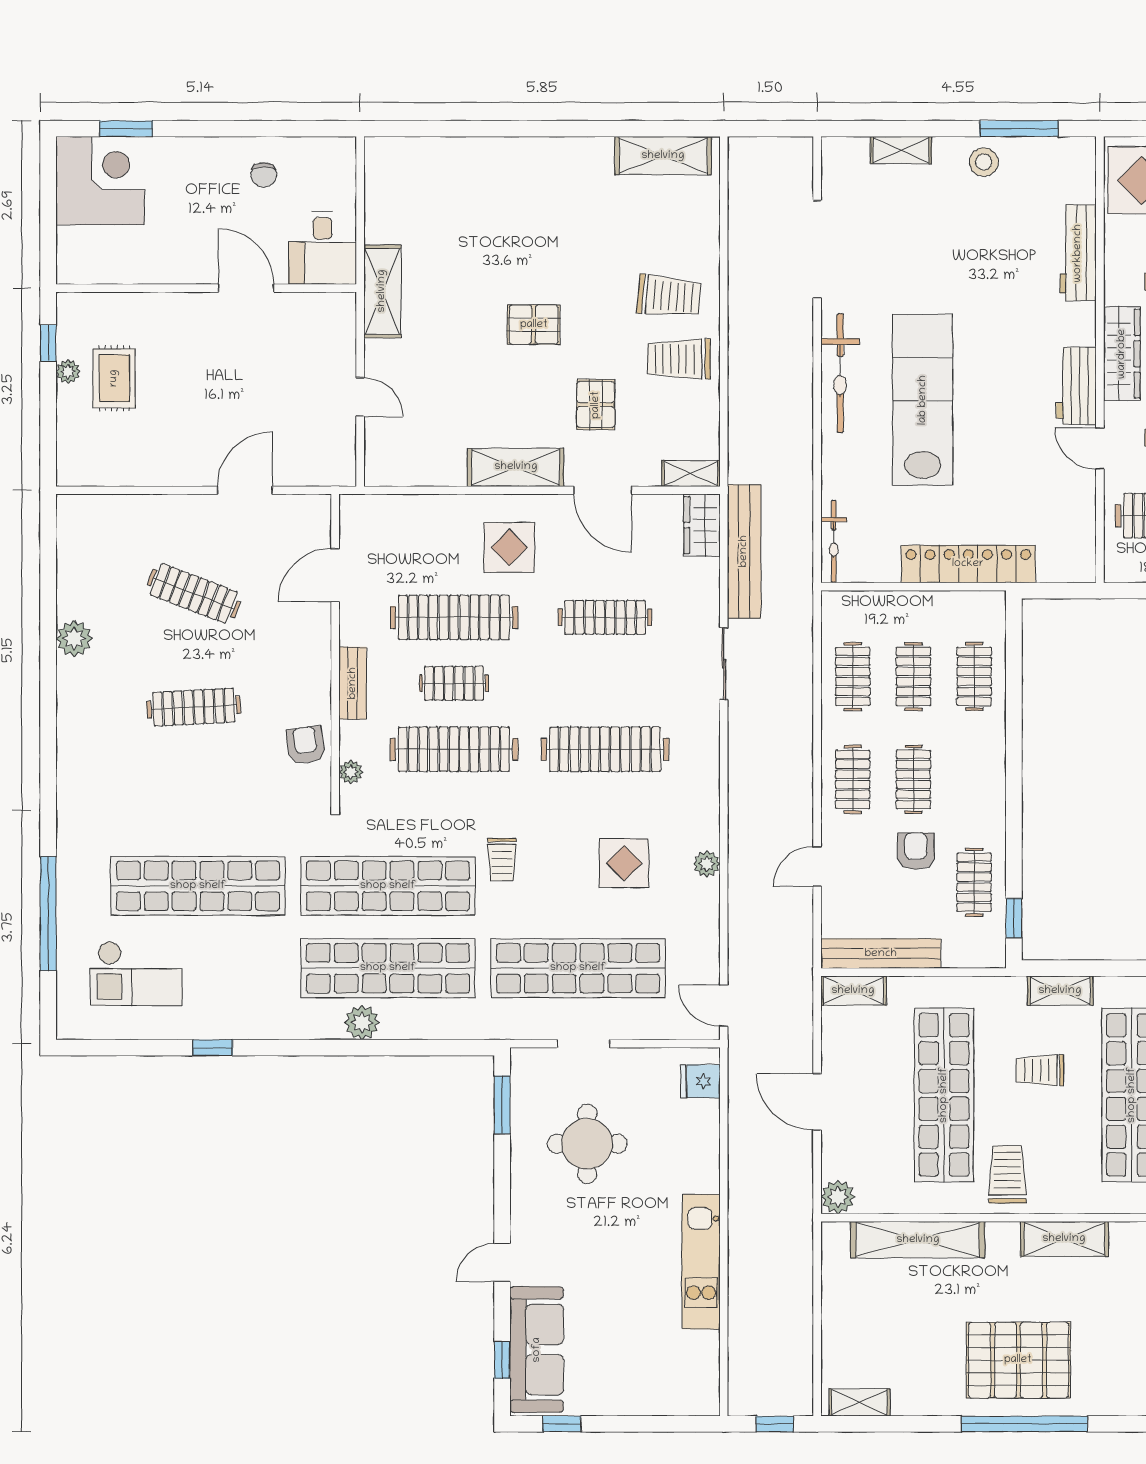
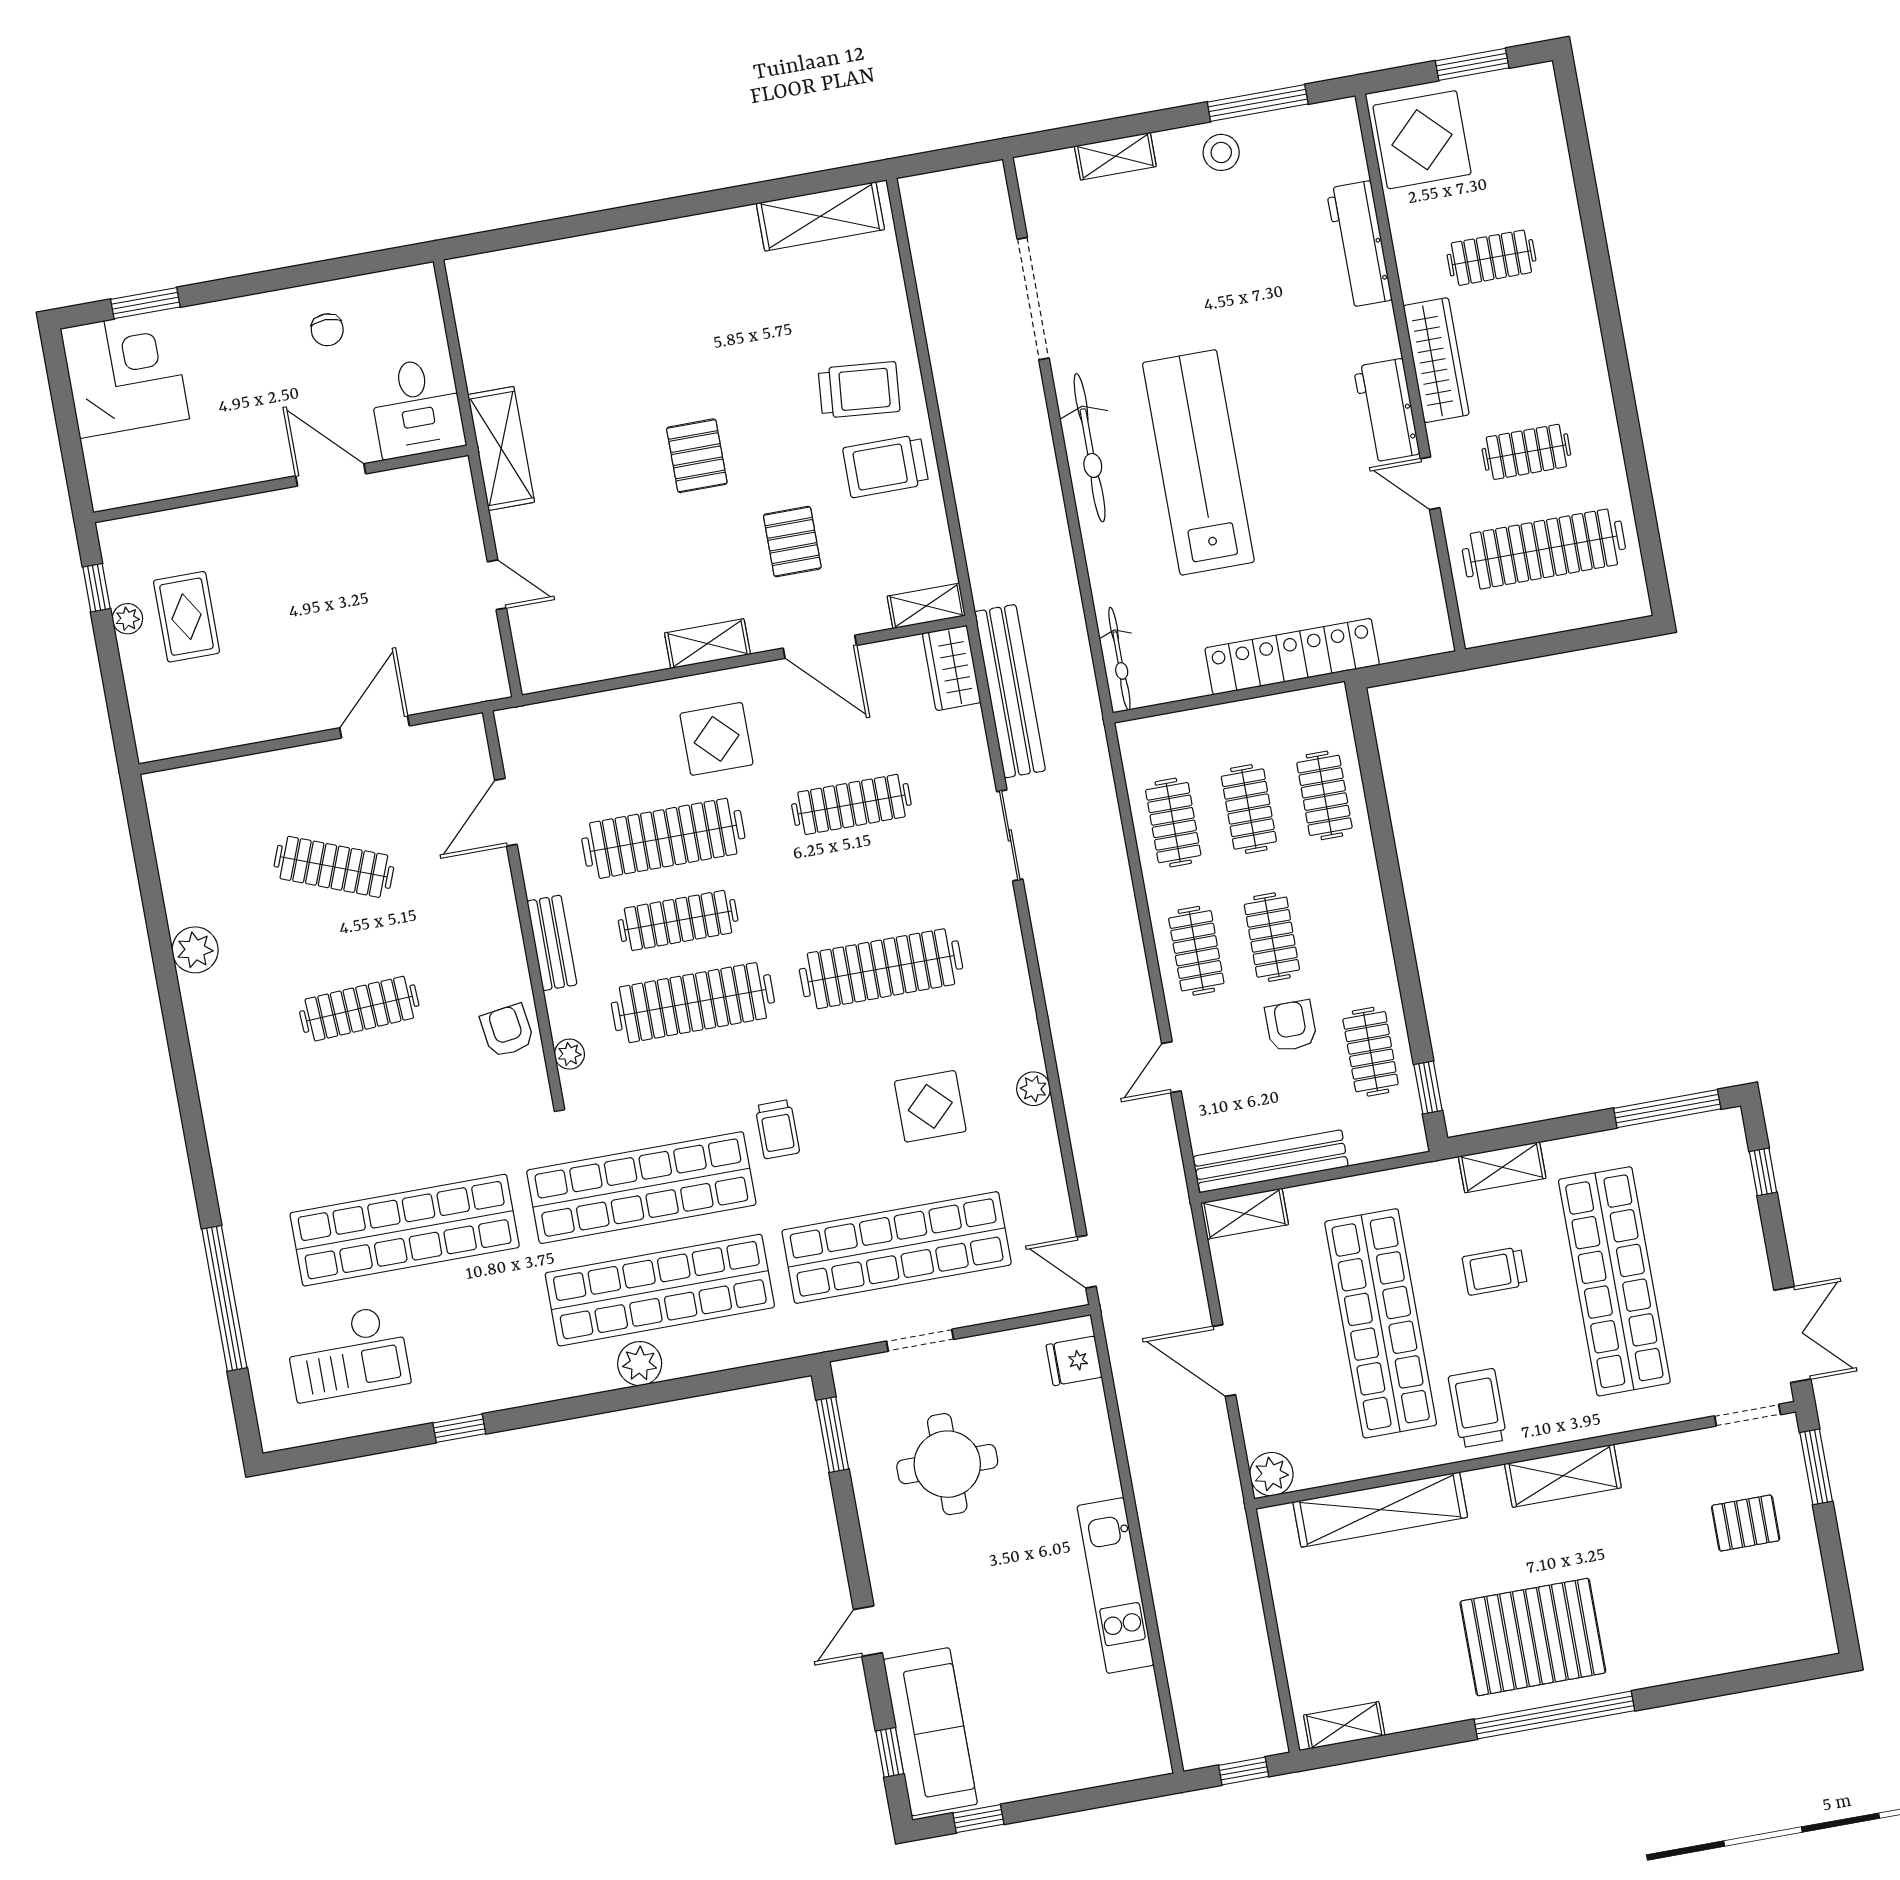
pallet: (534, 325) -> (697, 456), turned 90
shelving: (516, 467) -> (707, 644), width x0.67, depth x0.75
clothes rail: (454, 683) -> (678, 920), width x1.36

